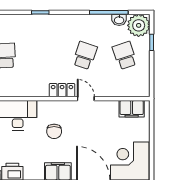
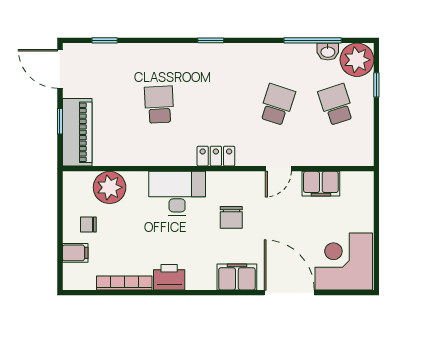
locker: (62, 90) -> (216, 156), moved
door: (86, 99) -> (278, 169), swing flipped
filing cabinet: (132, 109) -> (321, 184), moved

